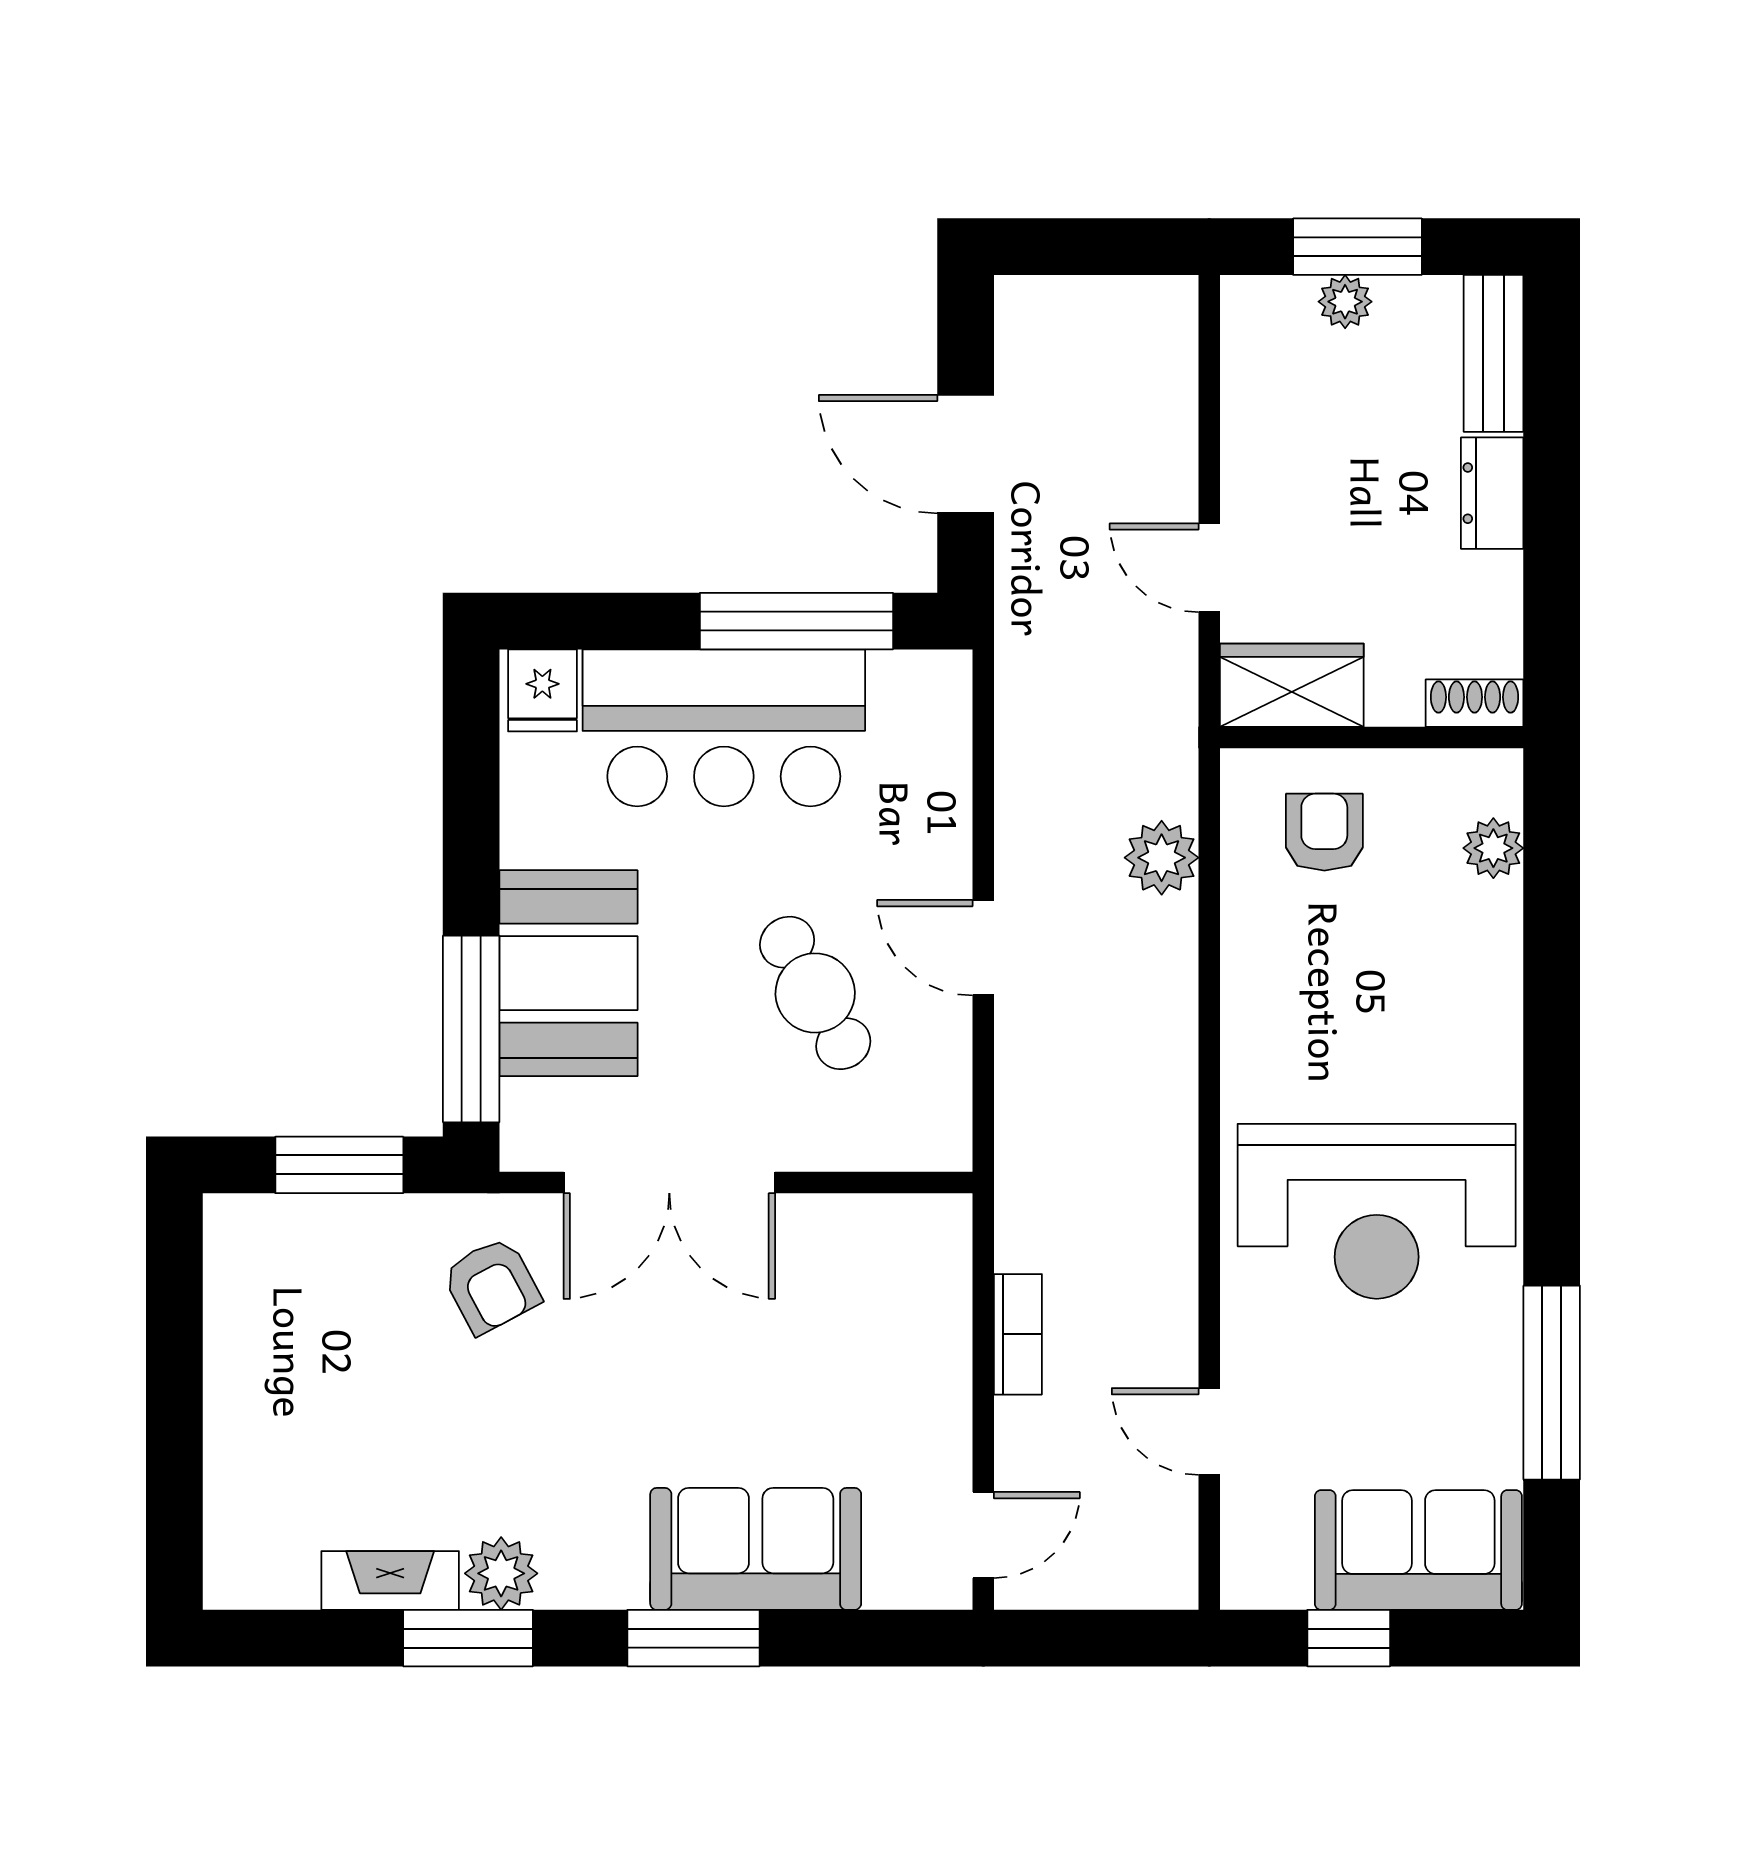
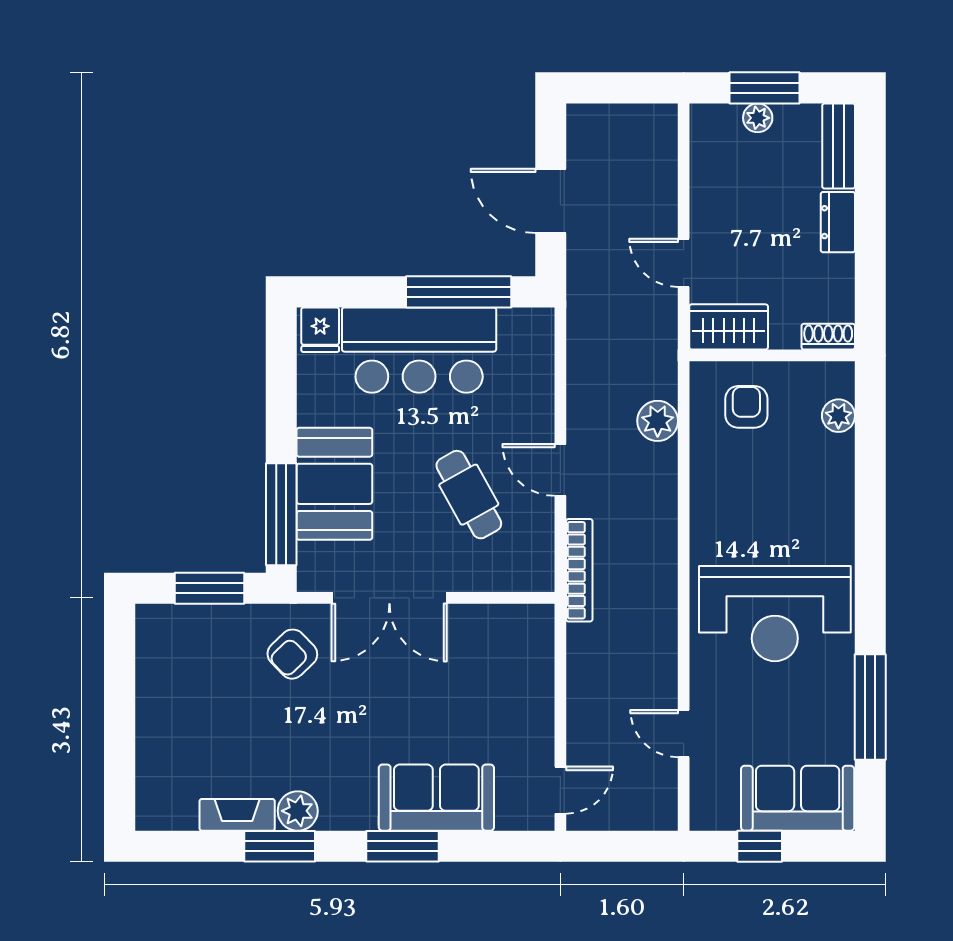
armchair: (491, 1286) -> (292, 654), turned 74
bookcase: (1018, 1334) -> (579, 570), moved, width x1.56

